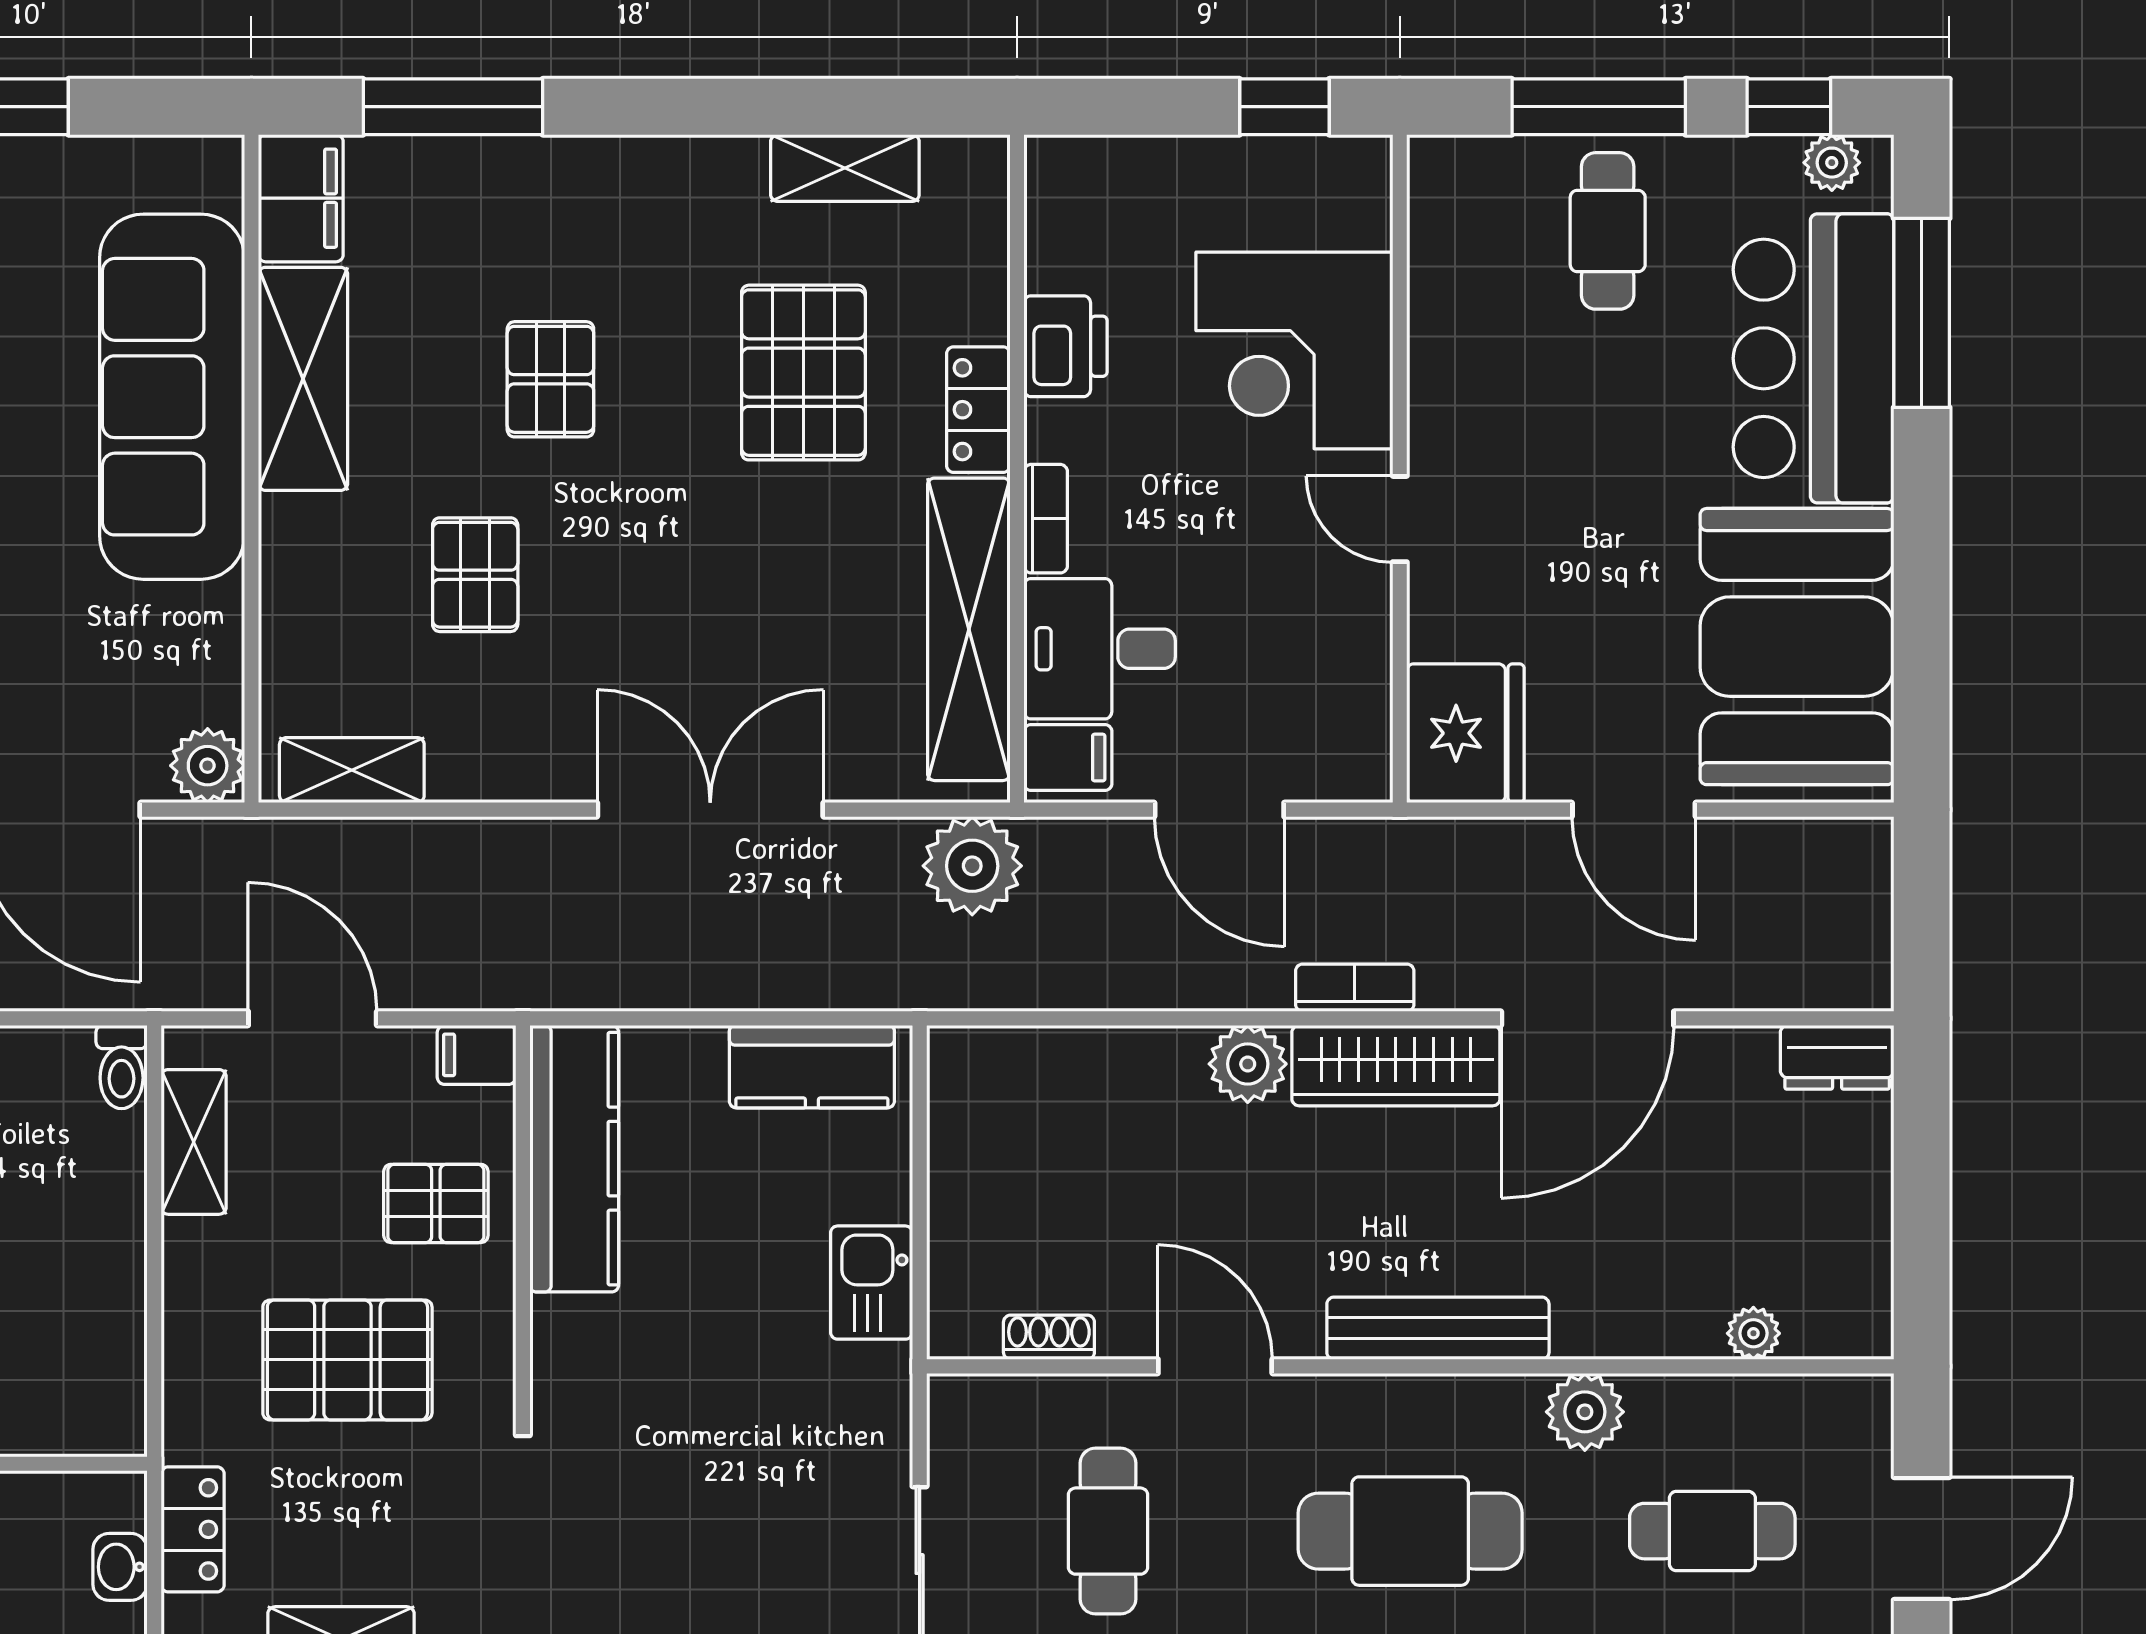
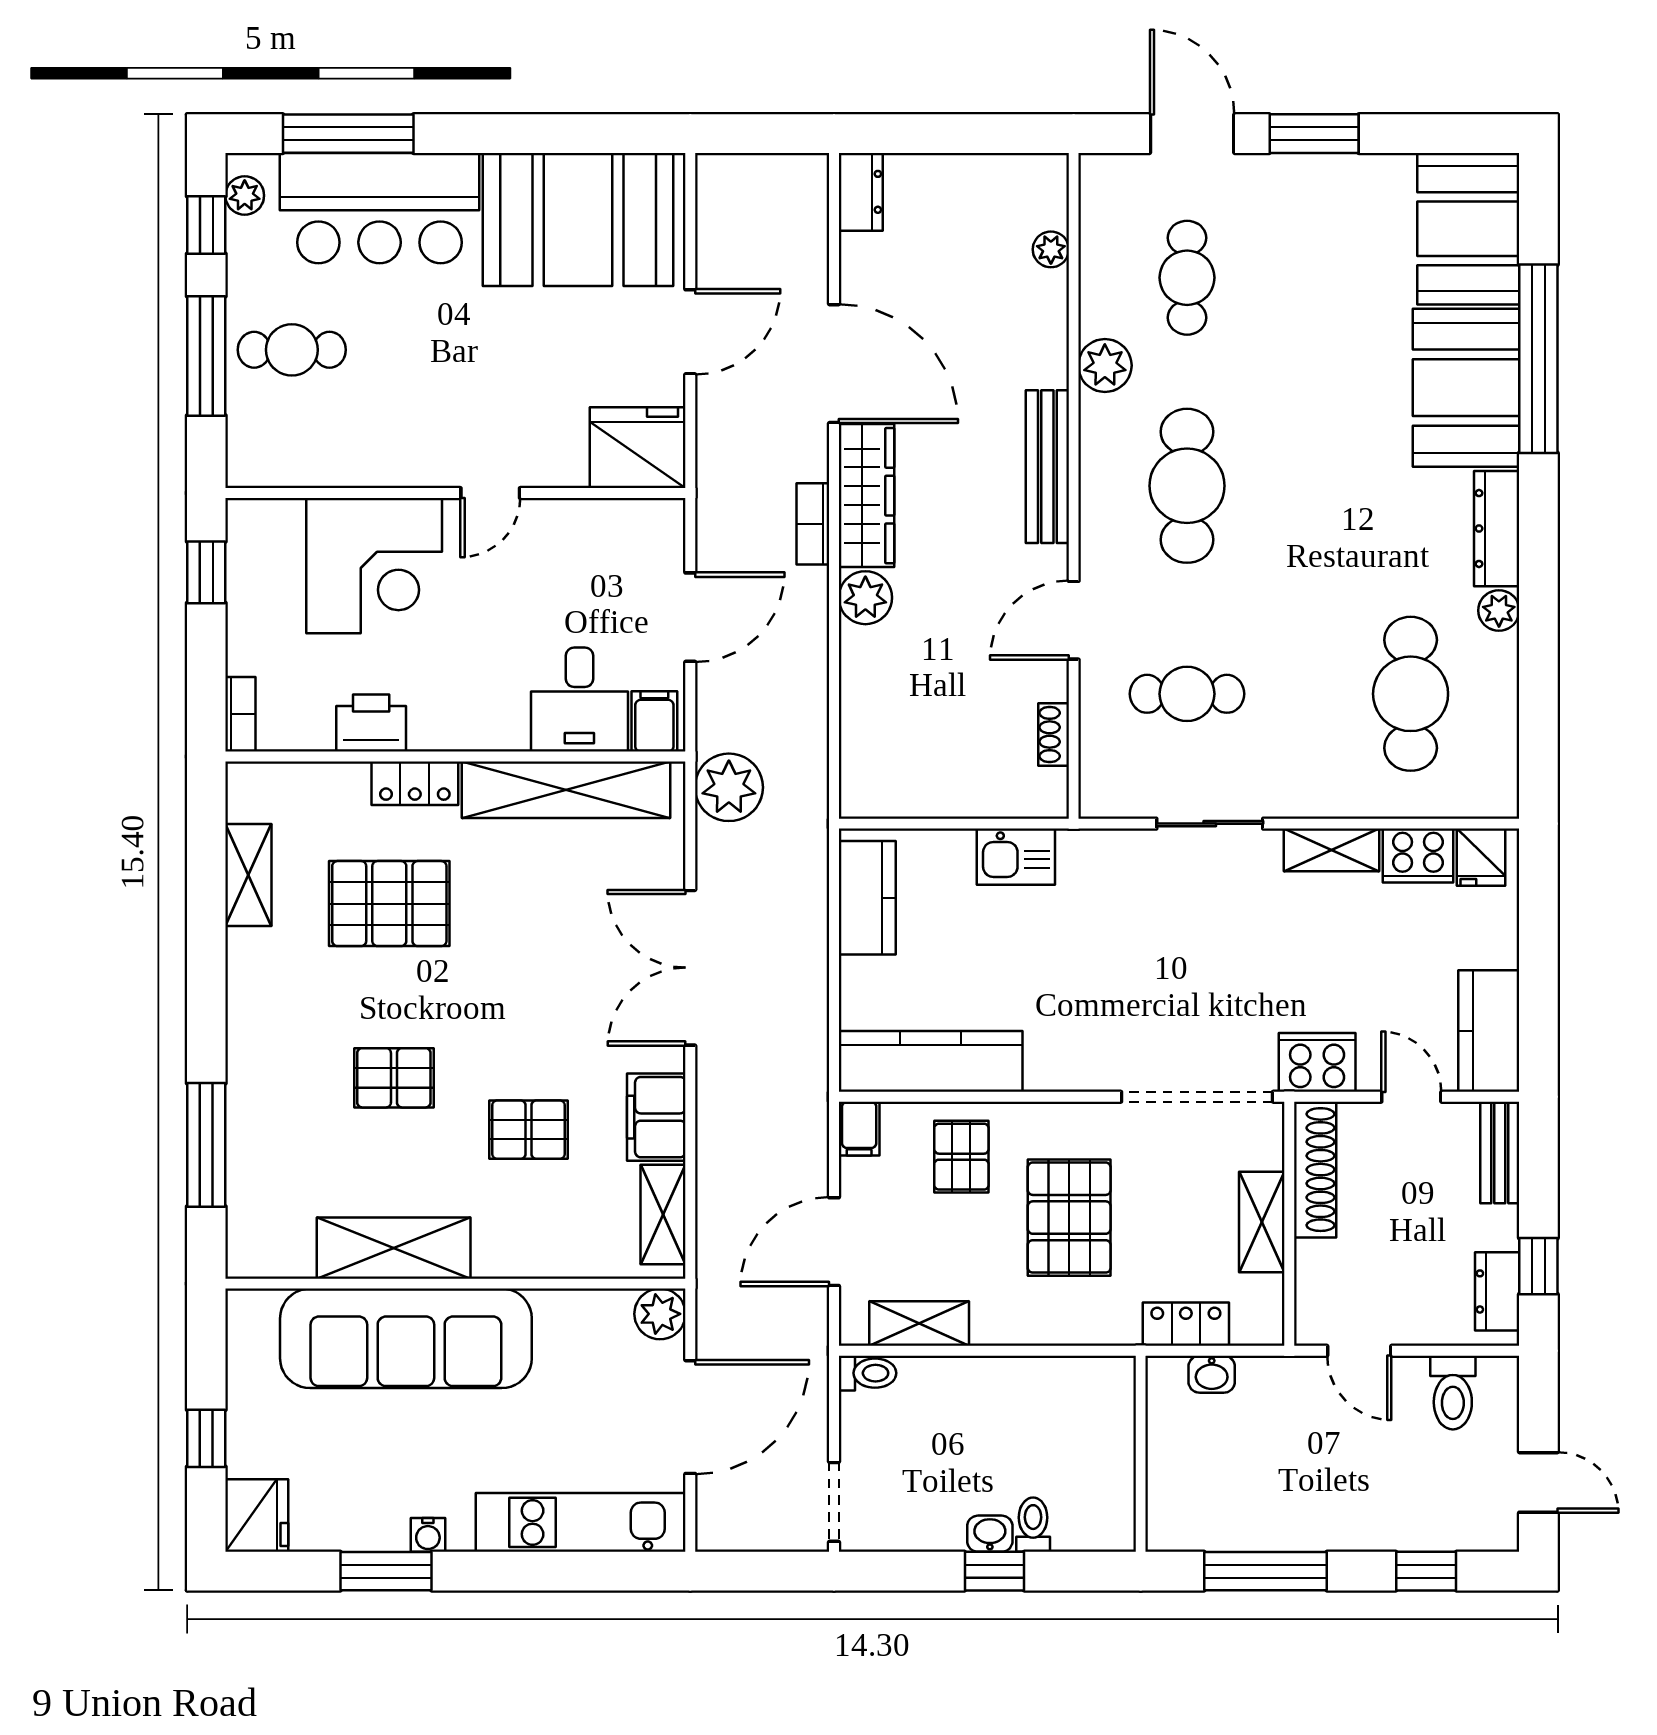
filing cabinet: (301, 198) -> (656, 1117), moved, turned -90
bookcase: (1046, 519) -> (240, 714), moved, turned 90

